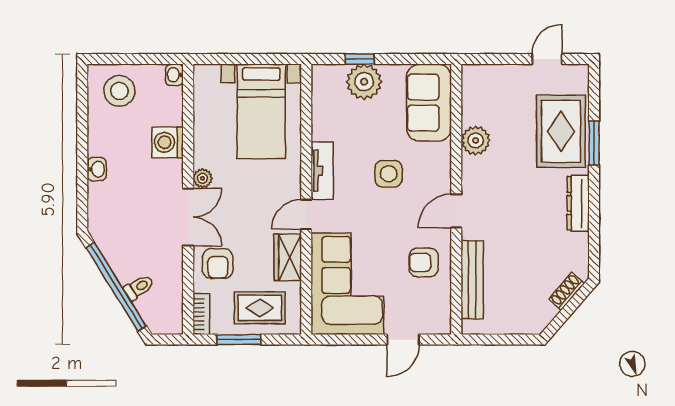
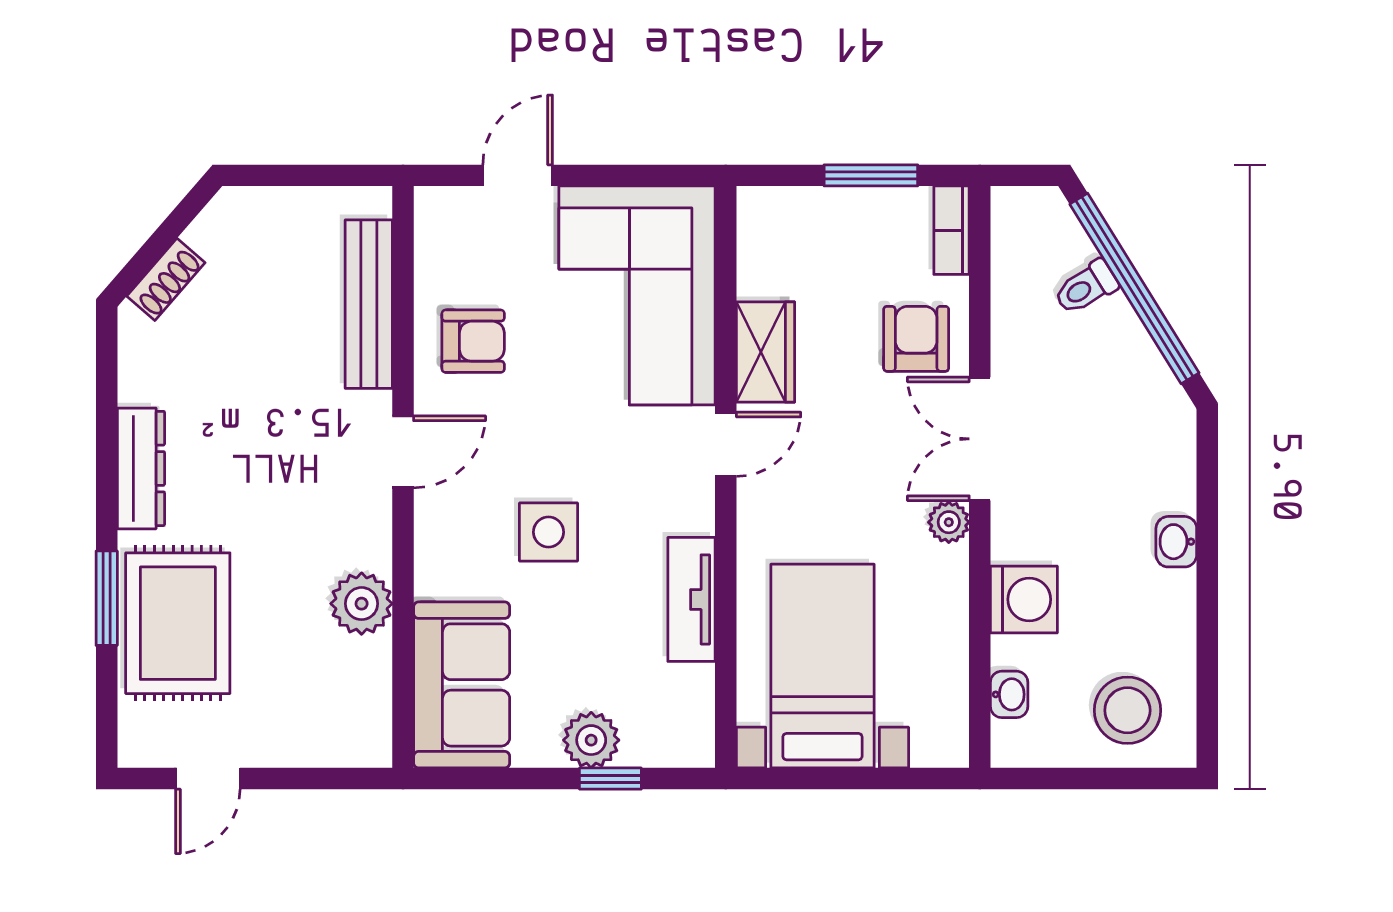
washbasin: (174, 75) -> (1009, 694), moved
plant: (364, 82) -> (591, 740), width x0.73, depth x0.73
tv unit: (322, 171) -> (692, 599), moved
rug: (260, 308) -> (826, 244), removed

